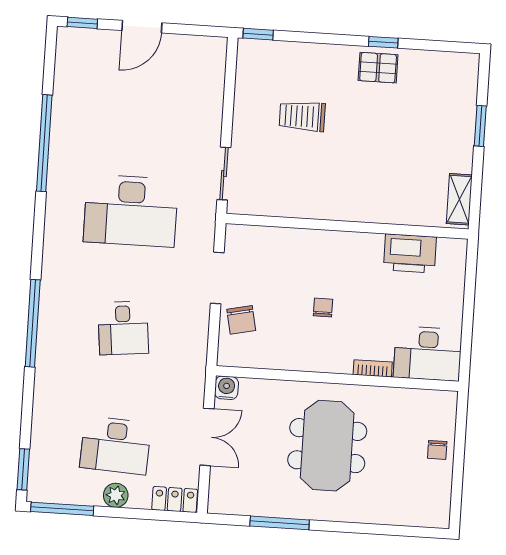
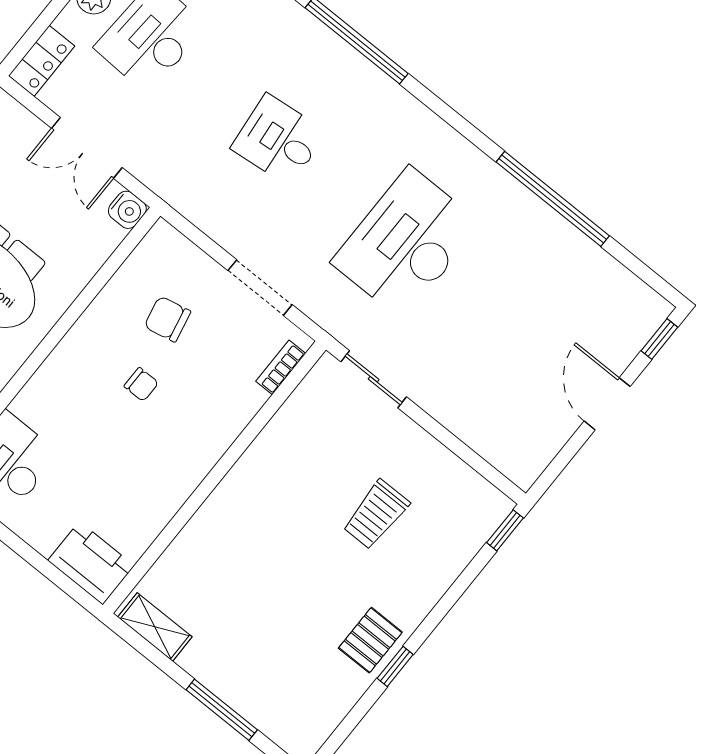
trolley: (302, 116) -> (376, 515), turned 180
window: (480, 126) -> (222, 710), width x1.44
printer: (410, 253) -> (91, 563), moved, turned 90
chair: (241, 320) -> (167, 319), moved
bookcase: (373, 368) -> (281, 367), moved, turned 180

